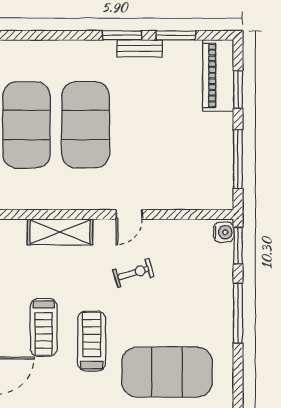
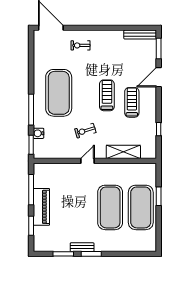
piano: (218, 76) -> (41, 207), moved
water cooler: (224, 232) -> (38, 133), moved
treadmill: (92, 341) -> (107, 95), turned 180
exercise mat: (167, 372) -> (59, 93), moved, turned 90

